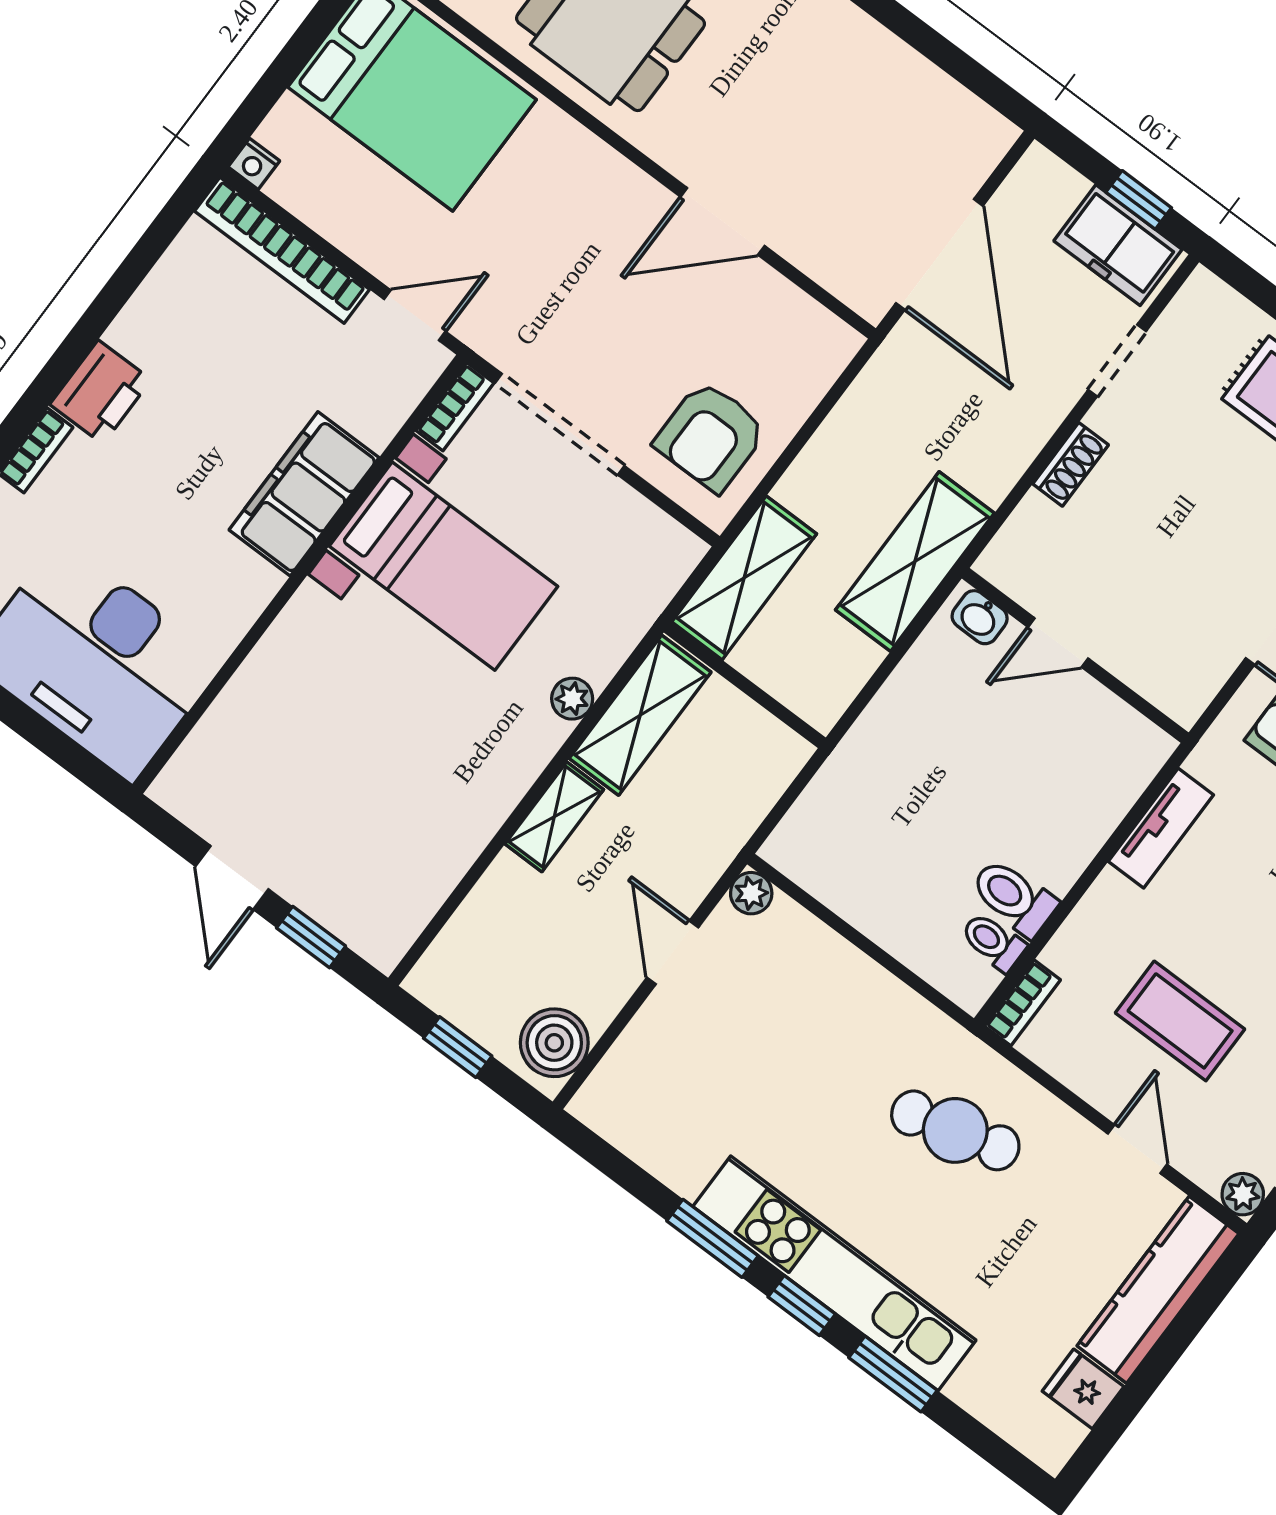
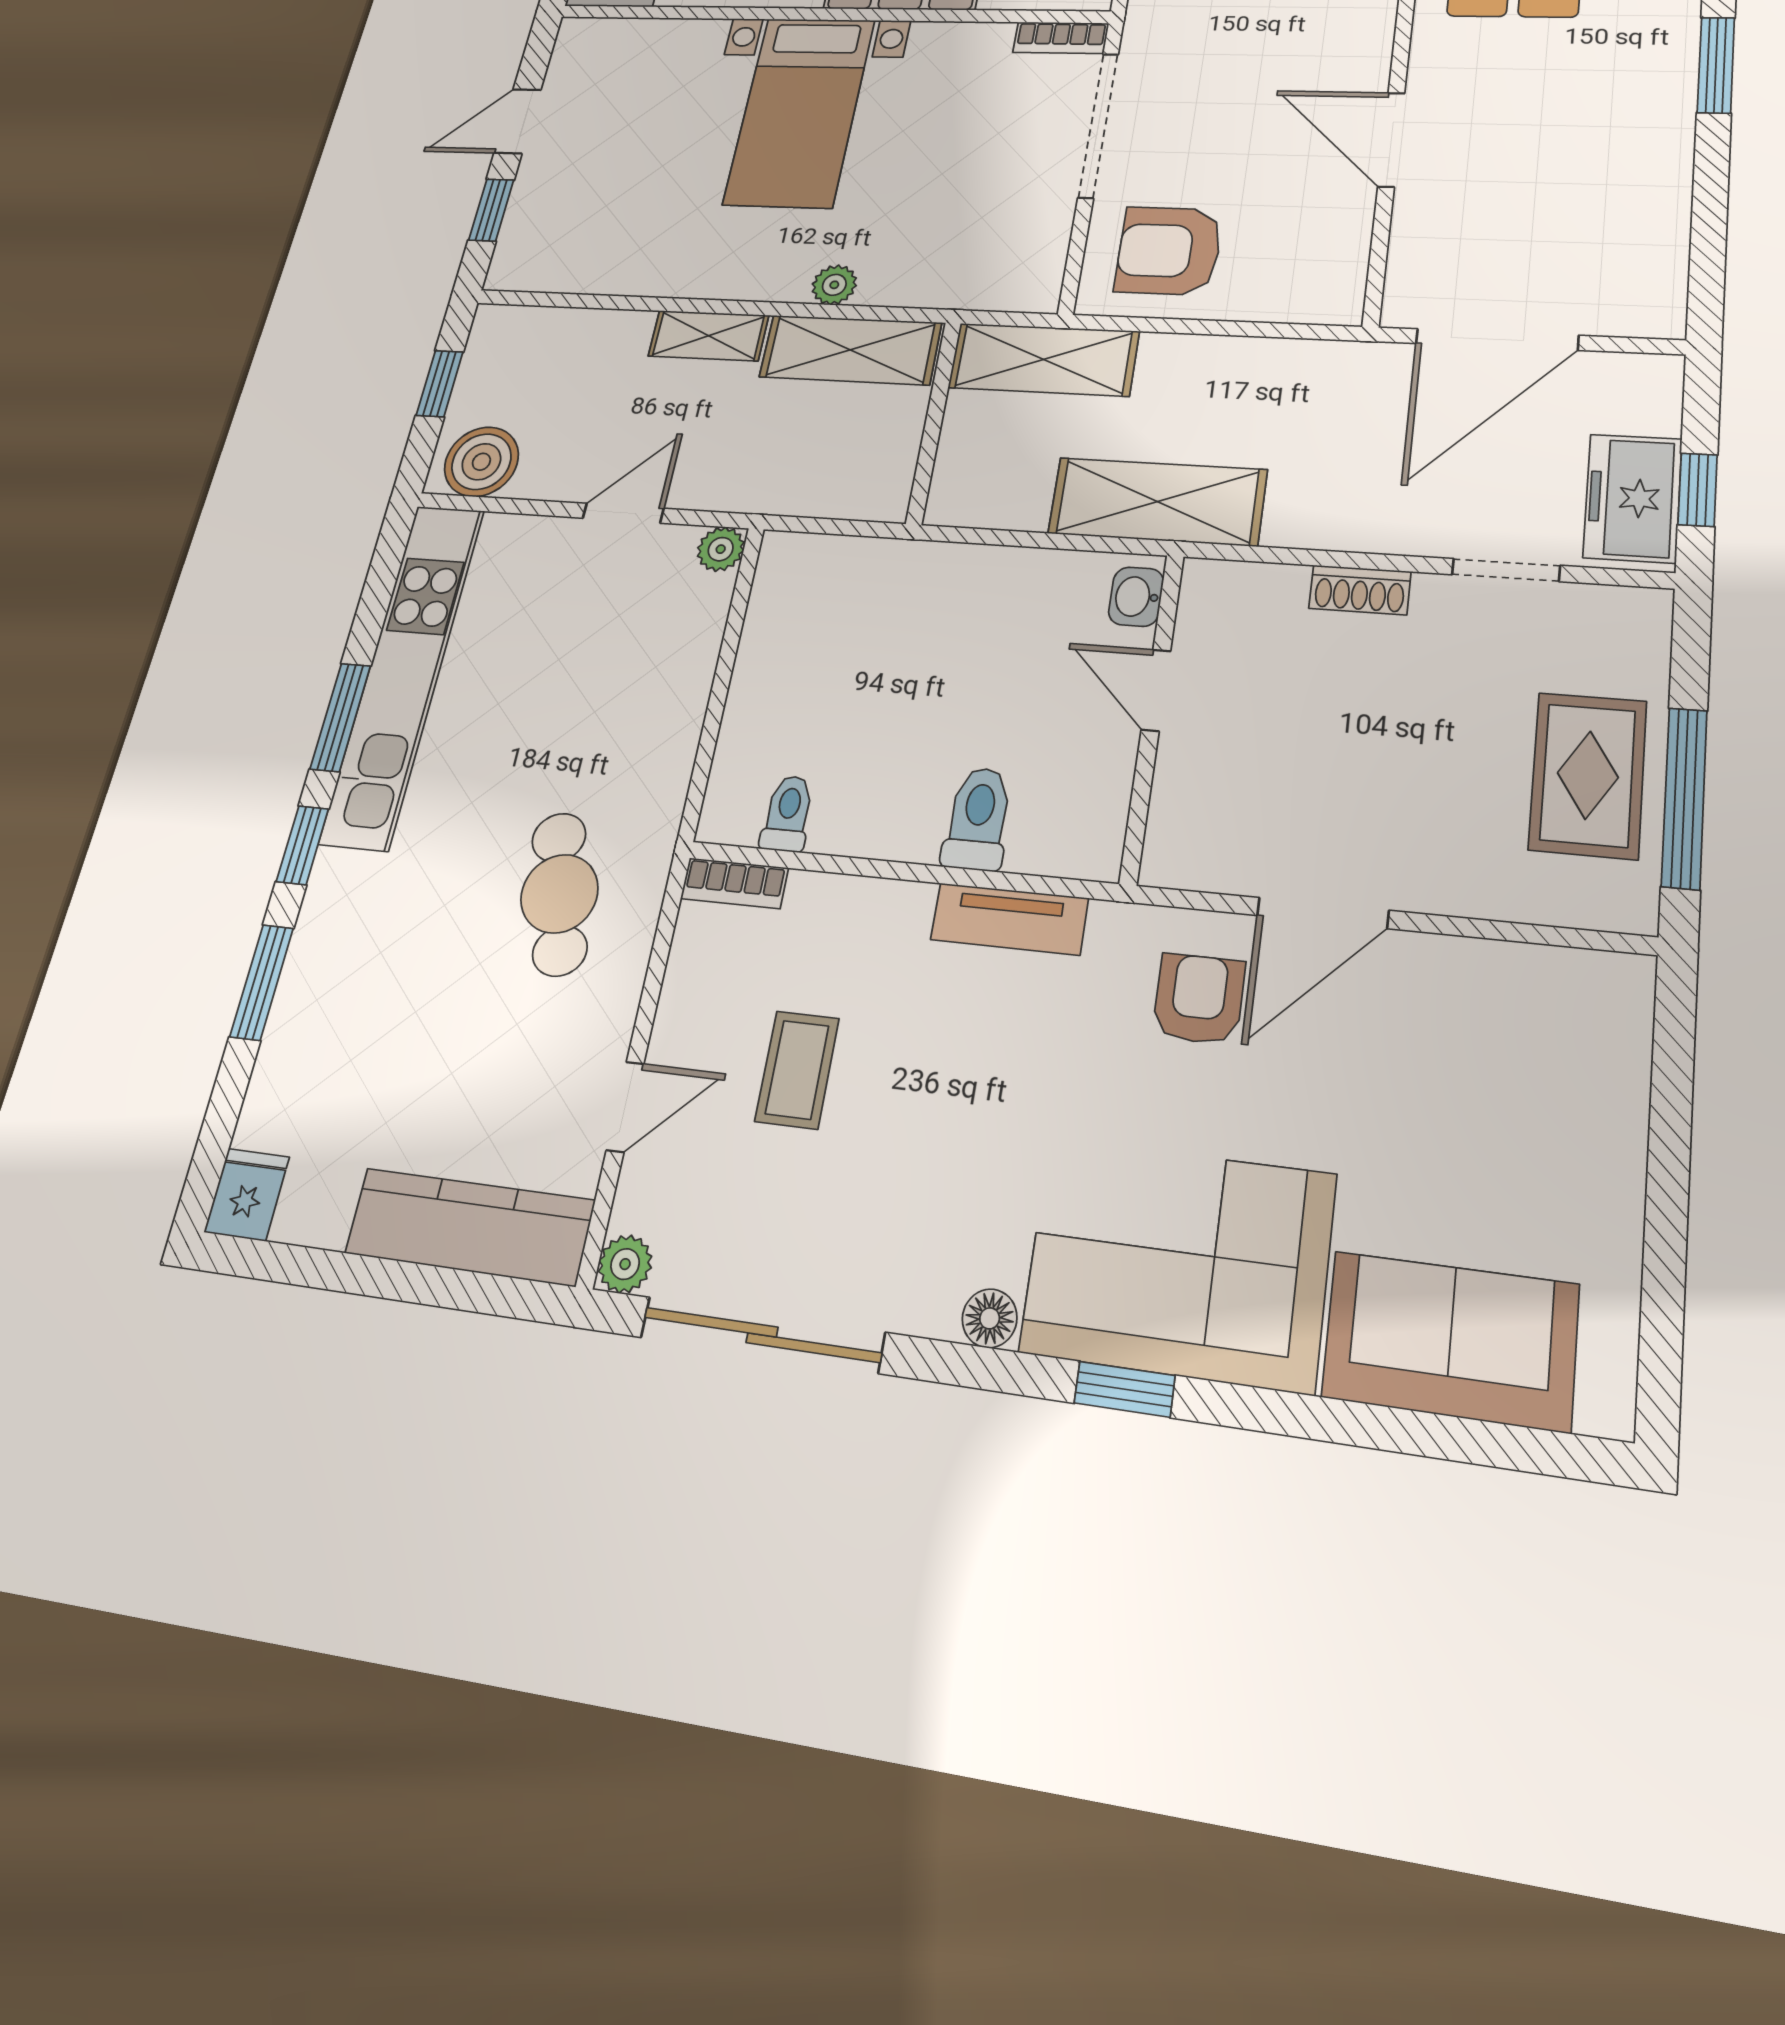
bed with nightstands: (443, 566) -> (800, 111), moved
toilet: (1014, 897) -> (978, 819), moved
coffee table: (1180, 1021) -> (797, 1070), width x0.73, depth x0.77
kitchen unit: (834, 1273) -> (403, 673), moved
fridge: (1083, 1389) -> (247, 1194), moved

